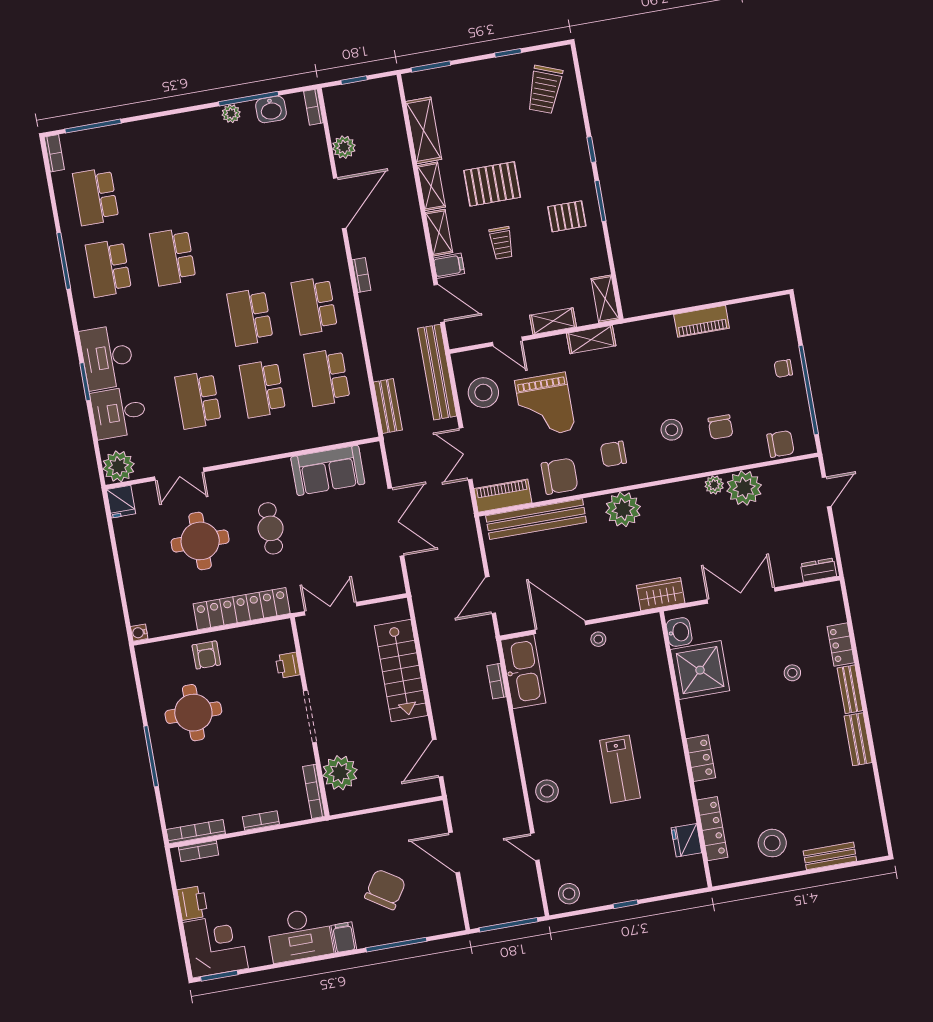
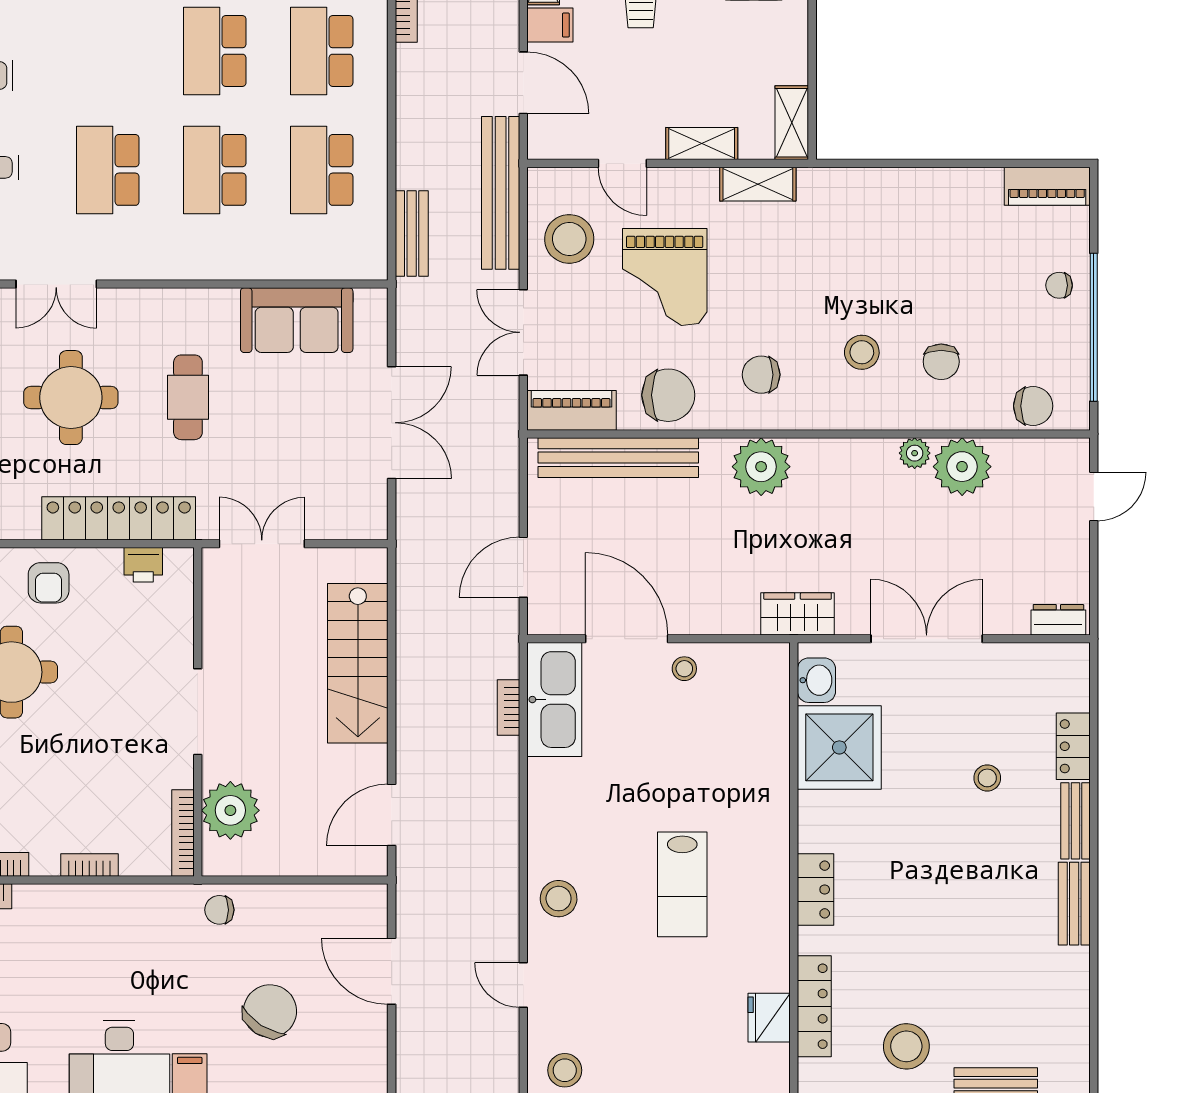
piano: (702, 321) -> (1047, 186), moved
printer: (288, 665) -> (143, 565), moved, turned -90
chair: (344, 834) -> (219, 910), added

